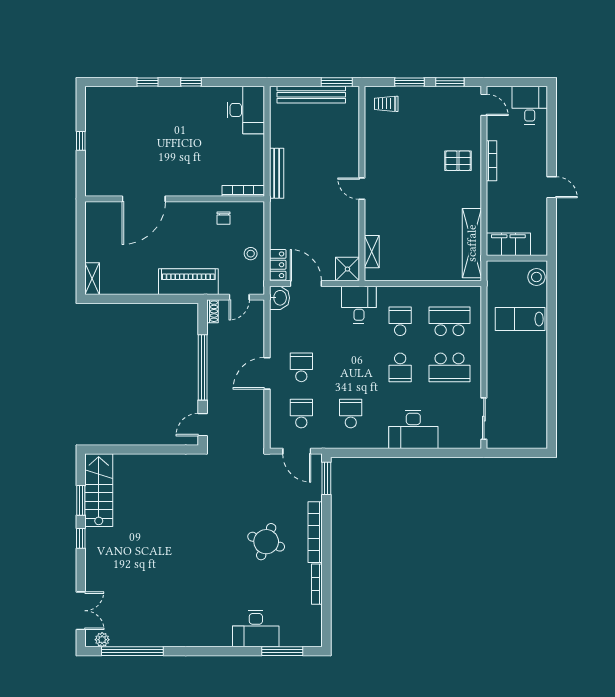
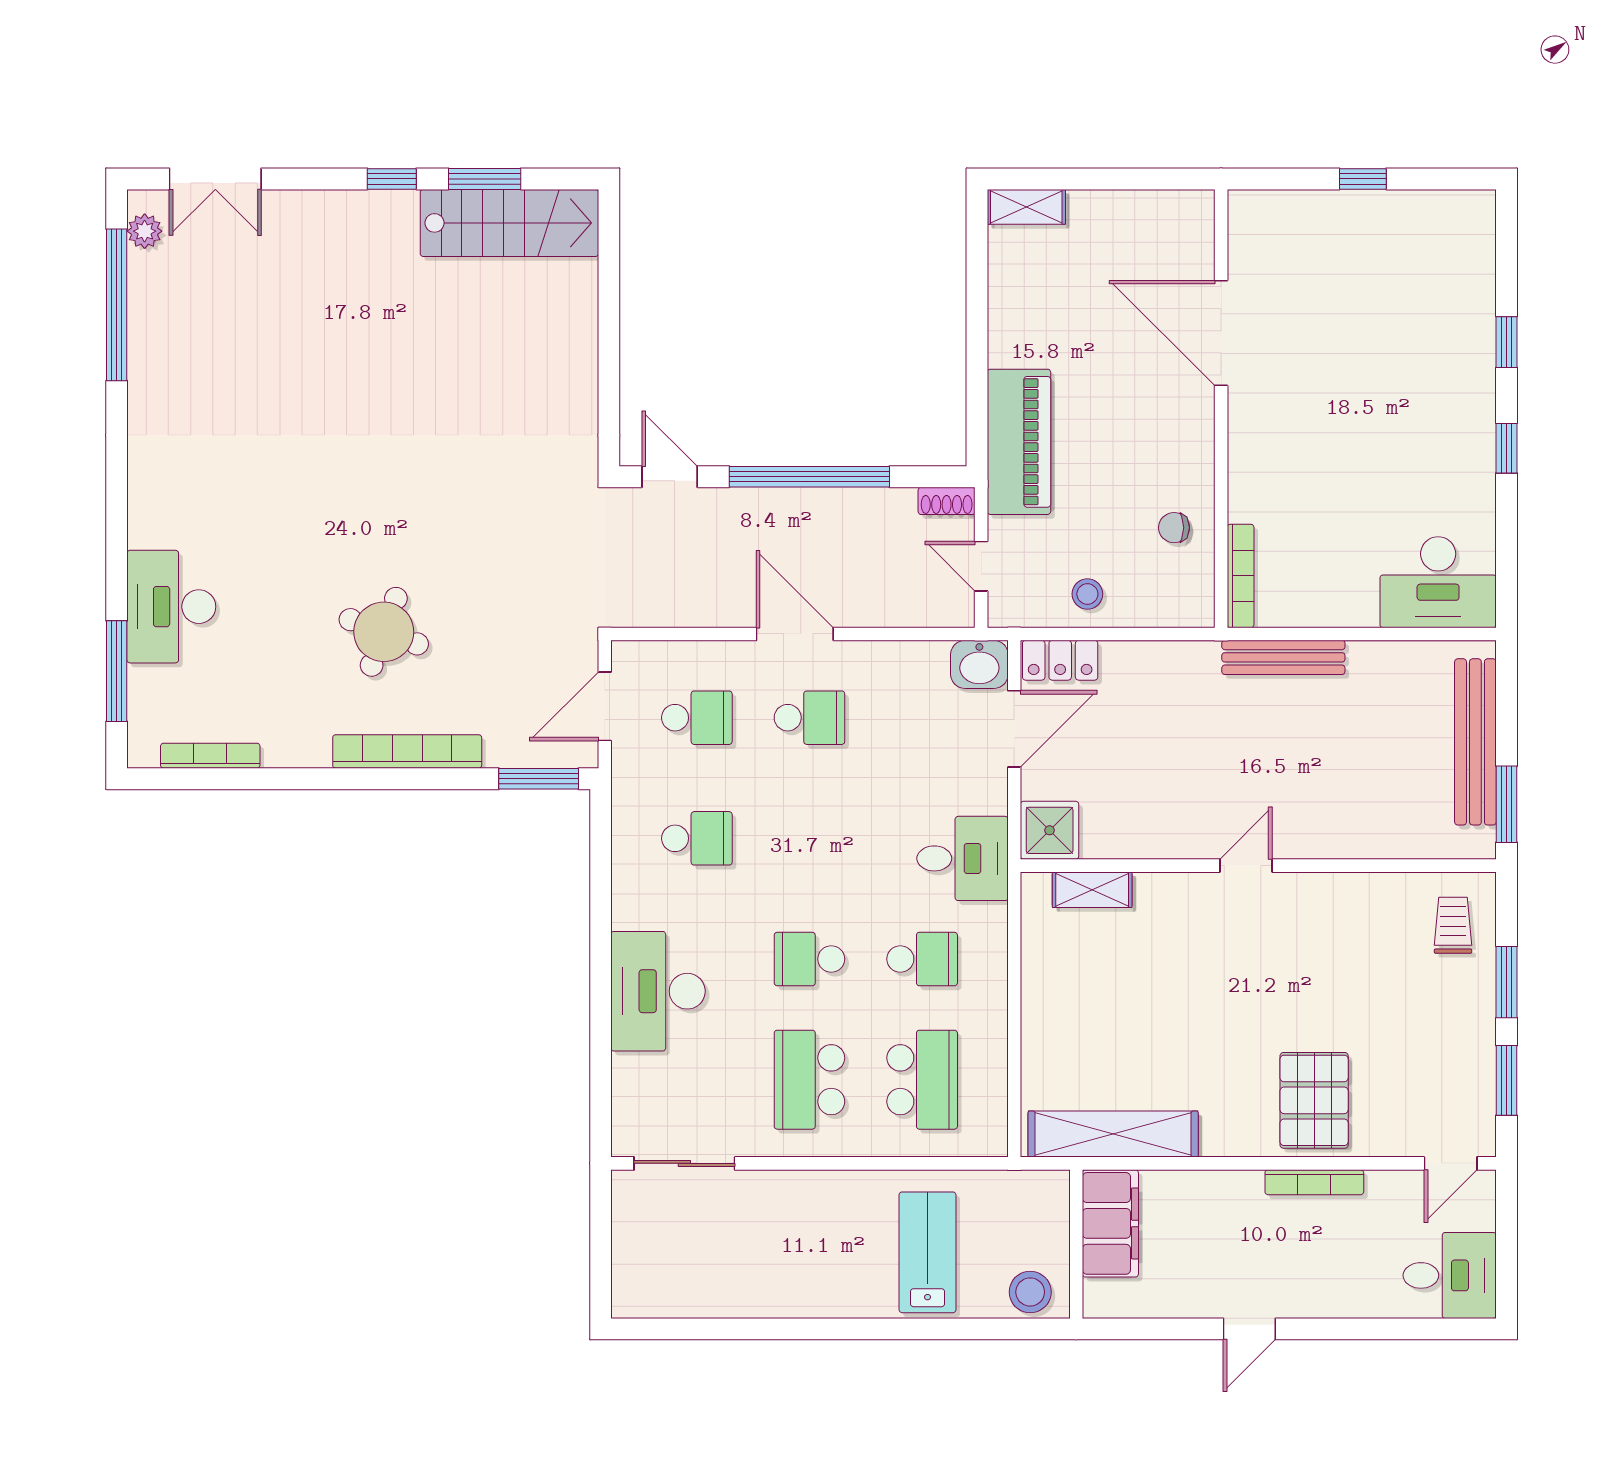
pallet: (458, 161) -> (1314, 1100), width x1.50, depth x1.42
bookcase: (317, 584) -> (210, 756), moved

